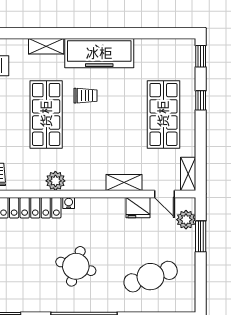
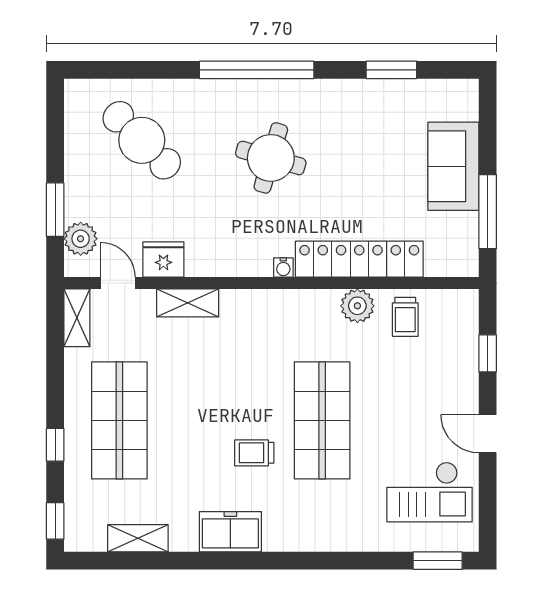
shelving: (46, 46) -> (138, 538), moved
freezer: (99, 53) -> (230, 532), width x0.52, depth x0.79
plant: (55, 181) -> (357, 306), moved
cafe table: (151, 277) -> (142, 140), turned 64

